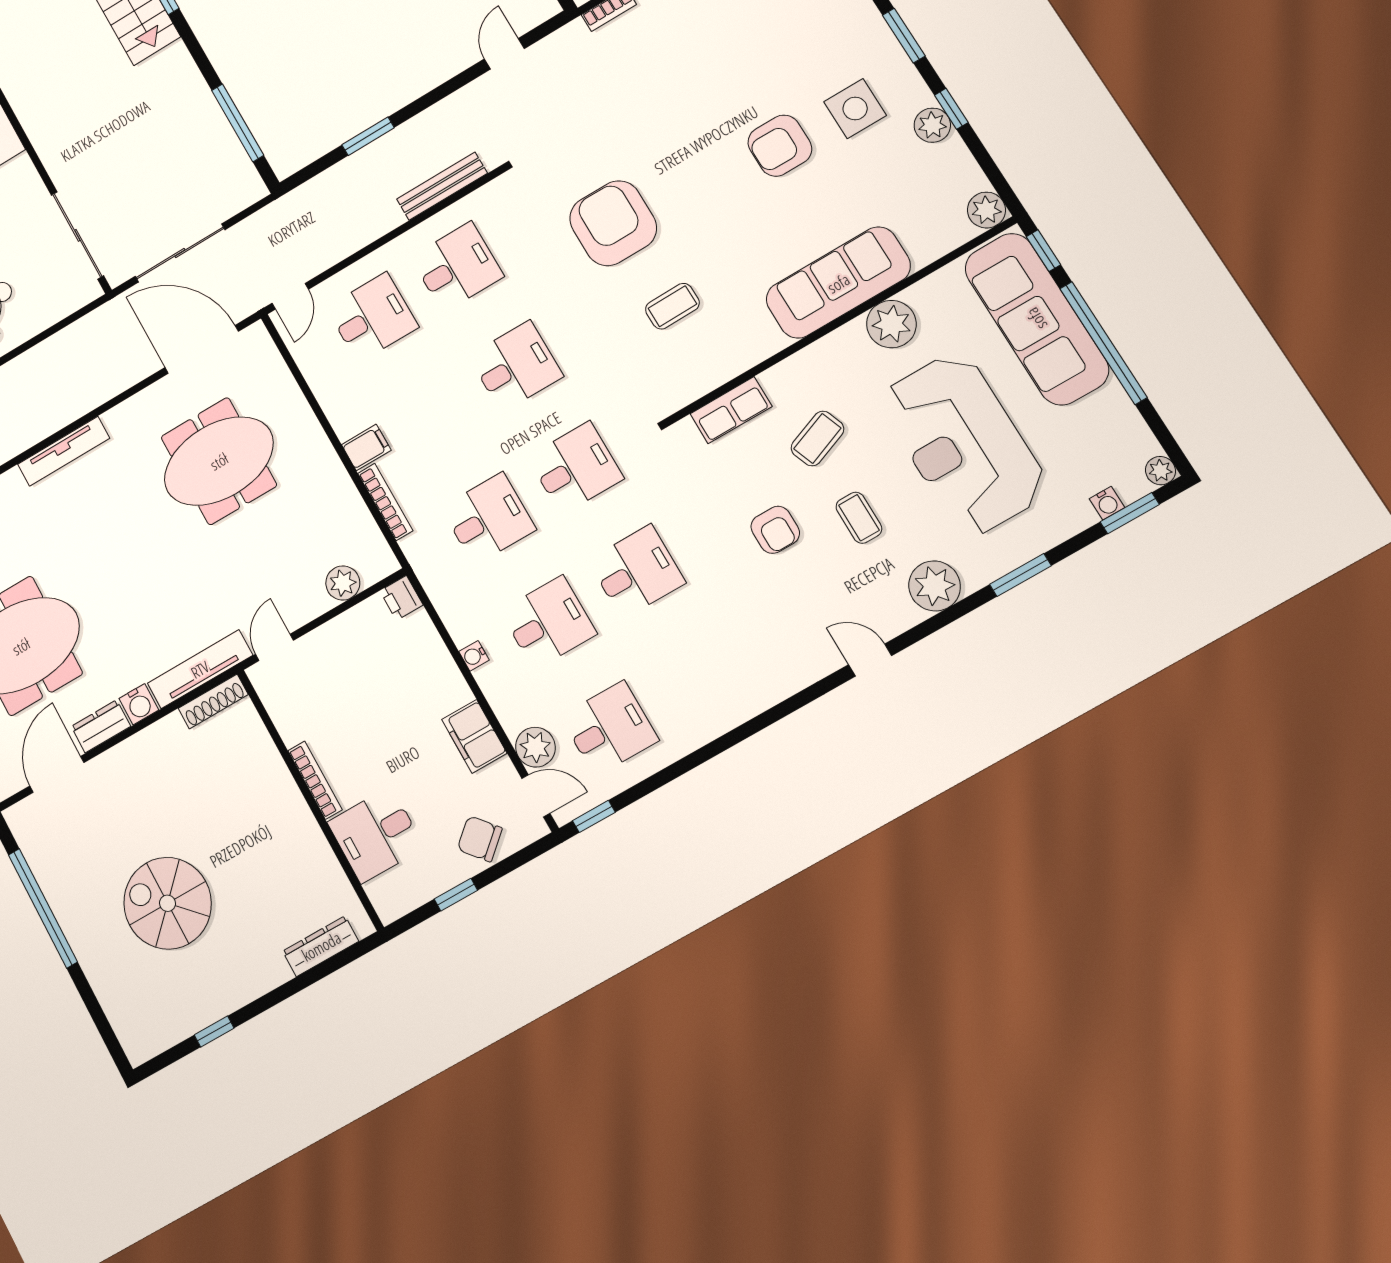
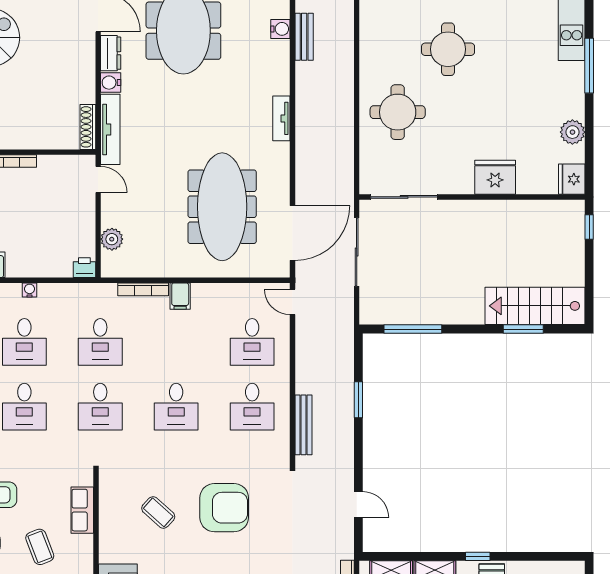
coffee table: (672, 306) -> (158, 512), turned -47
tv unit: (64, 451) -> (281, 118), width x0.71
meeting table: (219, 461) -> (222, 207), width x1.36

